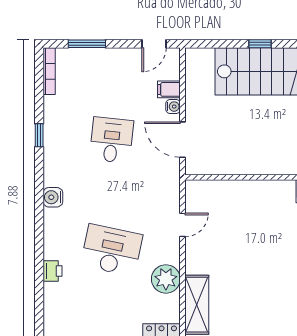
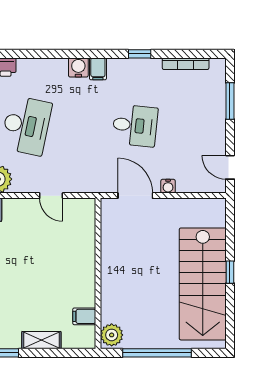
bookcase: (49, 71) -> (186, 64), moved
filing cabinet: (169, 89) -> (98, 69), moved, turned 180
door: (183, 140) -> (135, 196), hinge flipped

